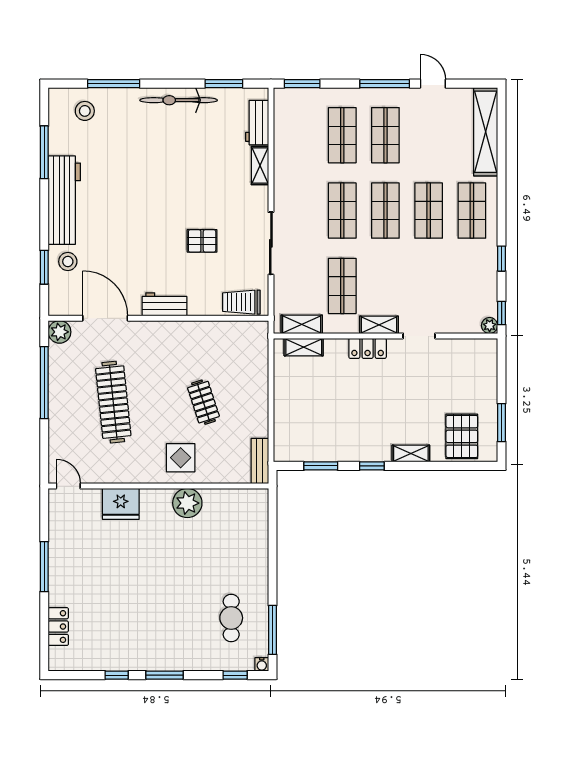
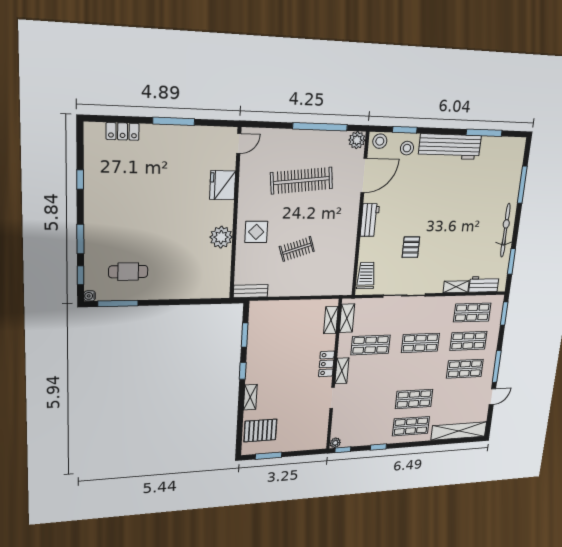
stool: (85, 111) -> (380, 141), moved
shop shelf: (385, 211) -> (472, 312), moved
window: (165, 675) -> (80, 239), moved

